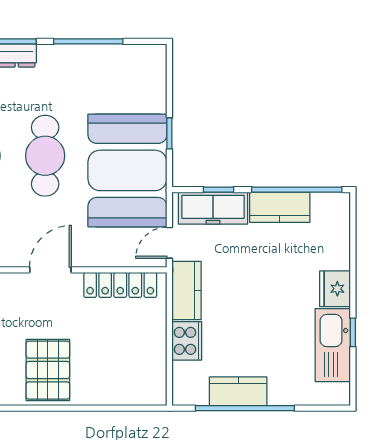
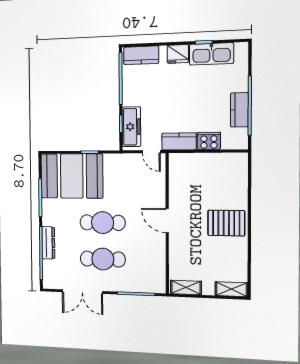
booth: (127, 170) -> (72, 176), moved
kitchen counter: (280, 207) -> (141, 55), moved, turned 90
locker: (120, 285) -> (176, 180), removed

